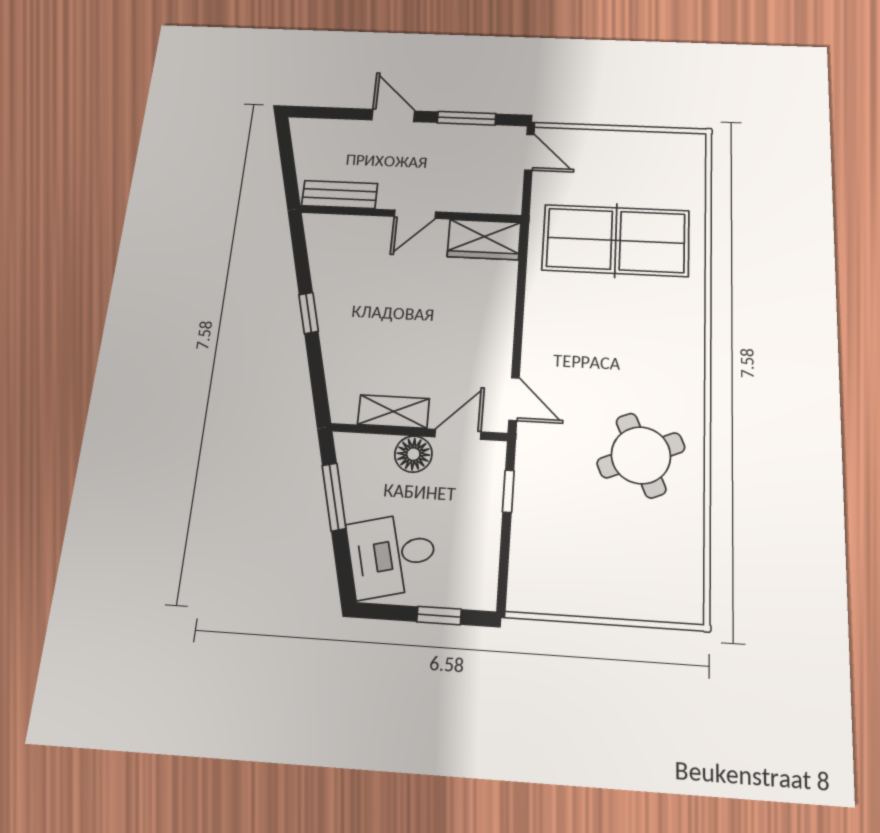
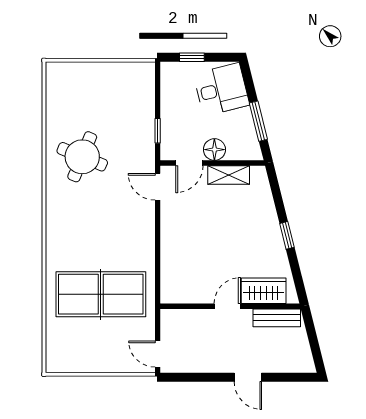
window: (466, 118) -> (200, 377), removed
wardrobe: (484, 239) -> (264, 291), moved
round table: (641, 455) -> (82, 157), turned 45

